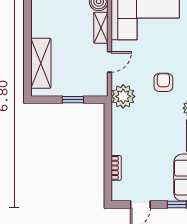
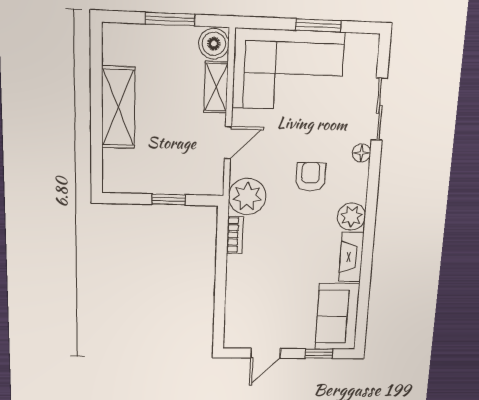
shelving: (41, 63) -> (118, 108), moved
bookcase: (116, 168) -> (235, 235), moved

